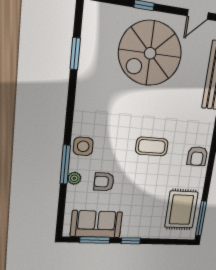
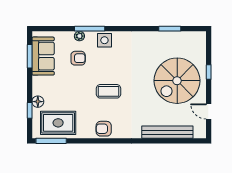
spiral stairs: (150, 53) -> (177, 81), turned -90
coffee table: (152, 147) -> (108, 91), turned 90
armchair: (104, 182) -> (78, 58), turned 90
floor lamp: (152, 232) -> (38, 102), added
window: (131, 241) -> (30, 110), moved

